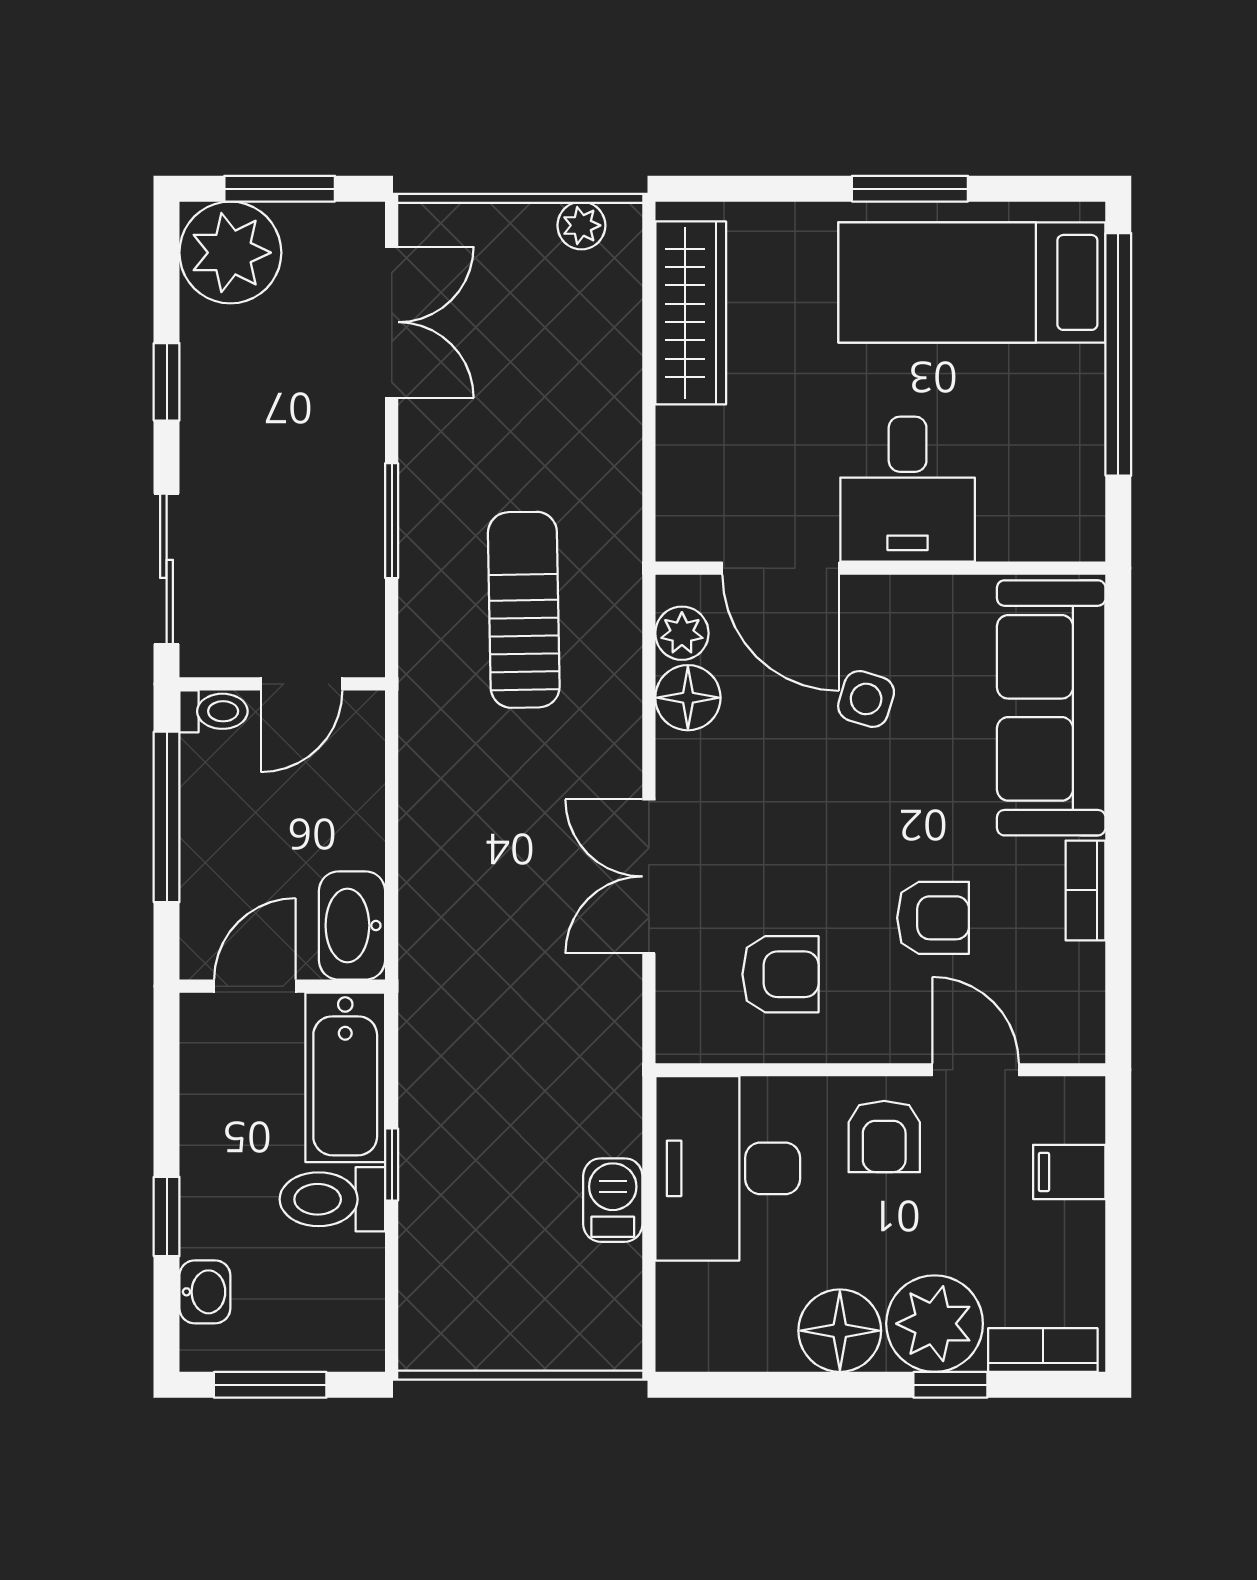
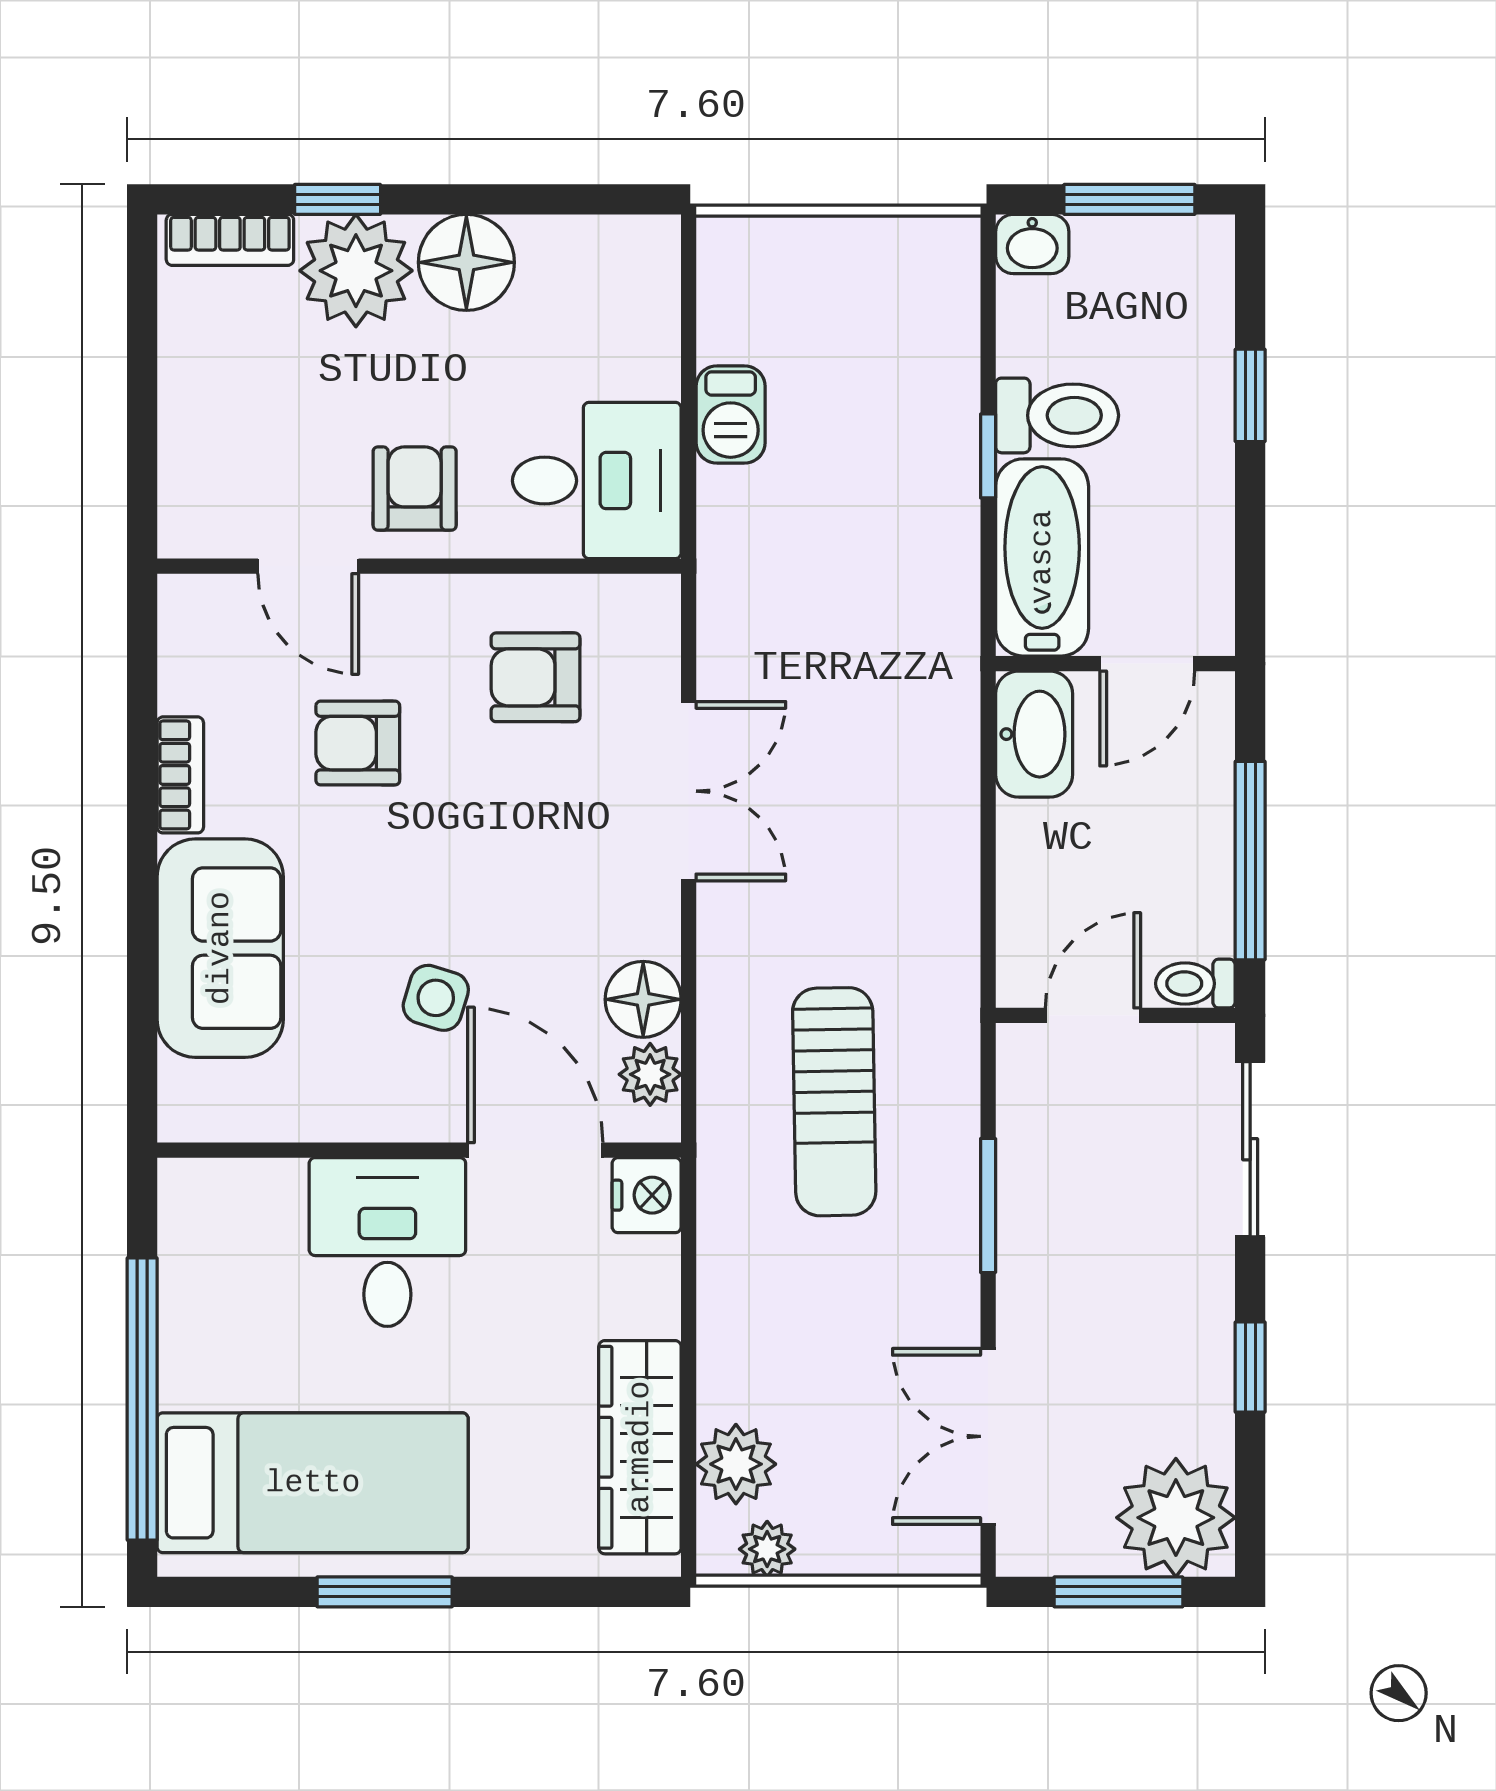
plant: (608, 298) -> (736, 1464), added
nightstand: (685, 529) -> (647, 1195), added
sofa: (1051, 708) -> (220, 948), width x0.73
desk: (728, 1168) -> (597, 481), width x0.73
filing cabinet: (1069, 1172) -> (199, 447), removed
washbasin: (205, 1292) -> (1032, 244), moved, turned -90

